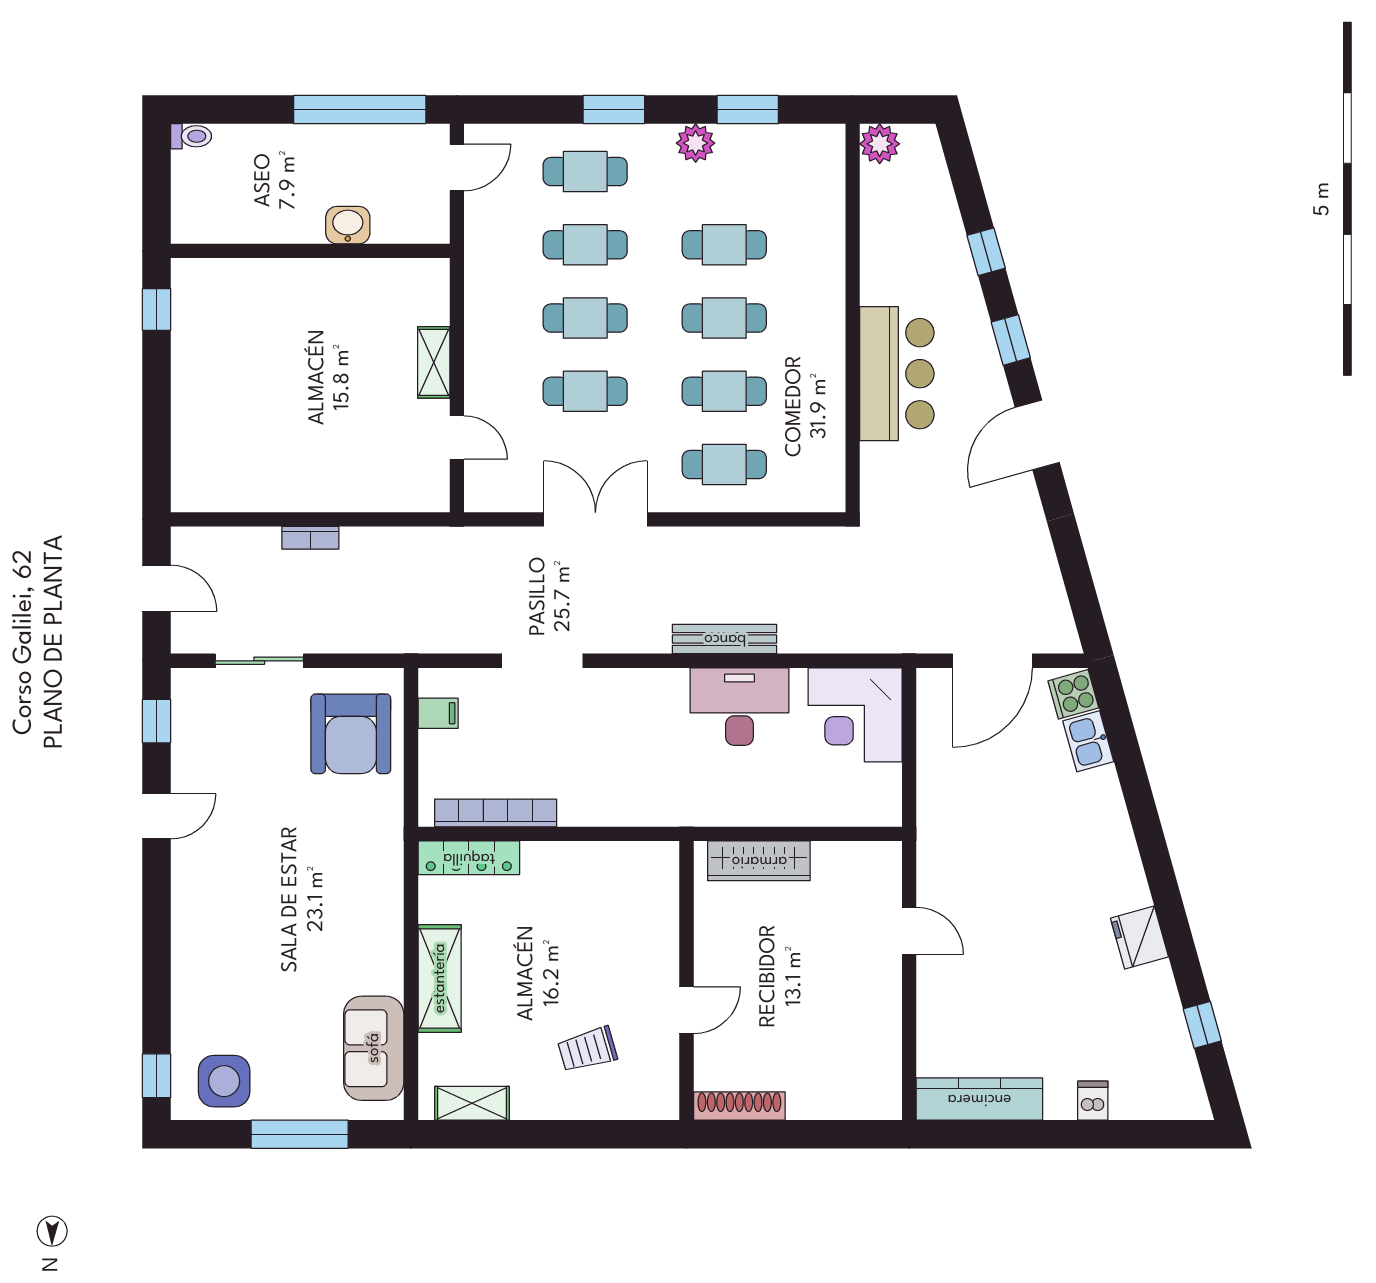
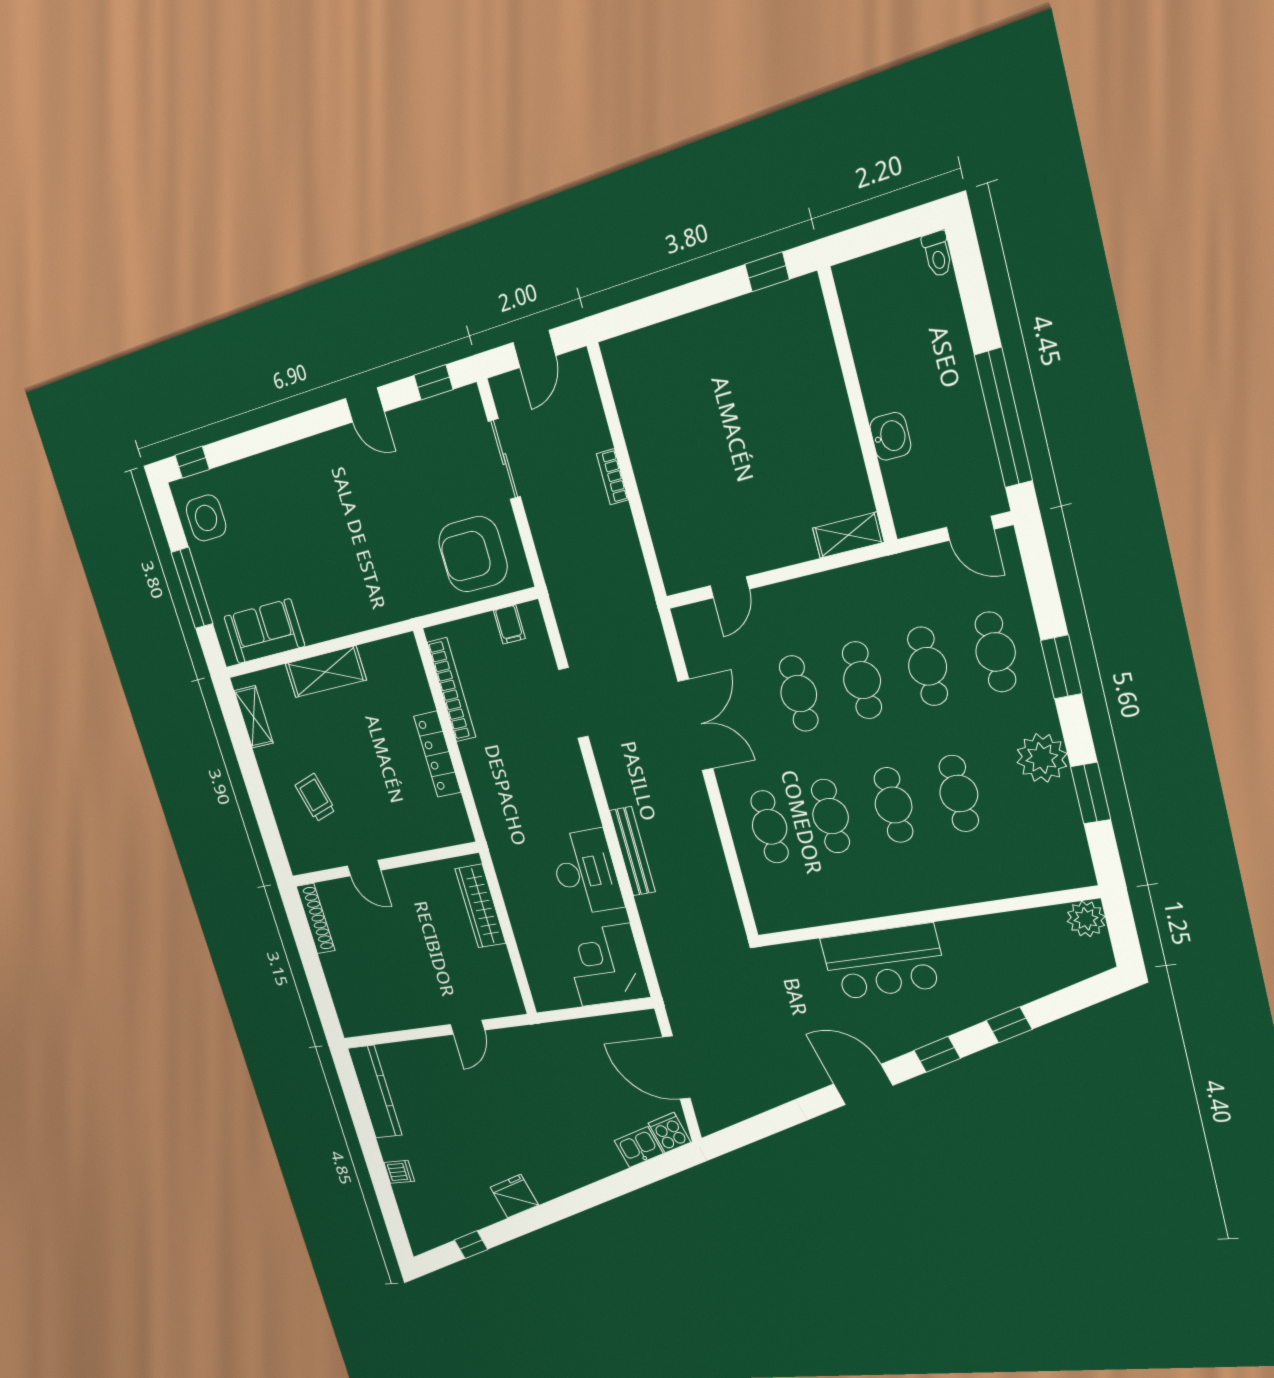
plant: (696, 143) -> (1042, 758), width x1.36, depth x1.36
shelving: (434, 362) -> (848, 535), moved
locker: (469, 858) -> (437, 754), moved

